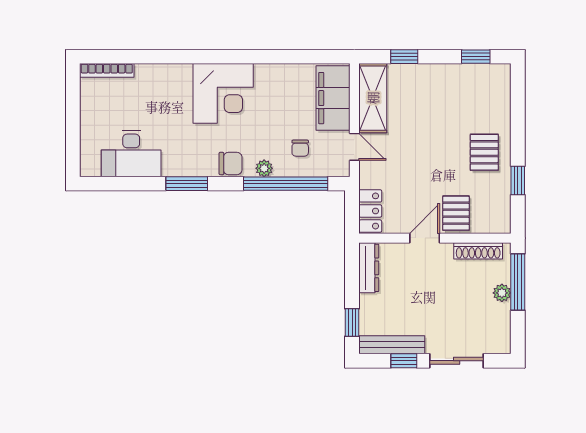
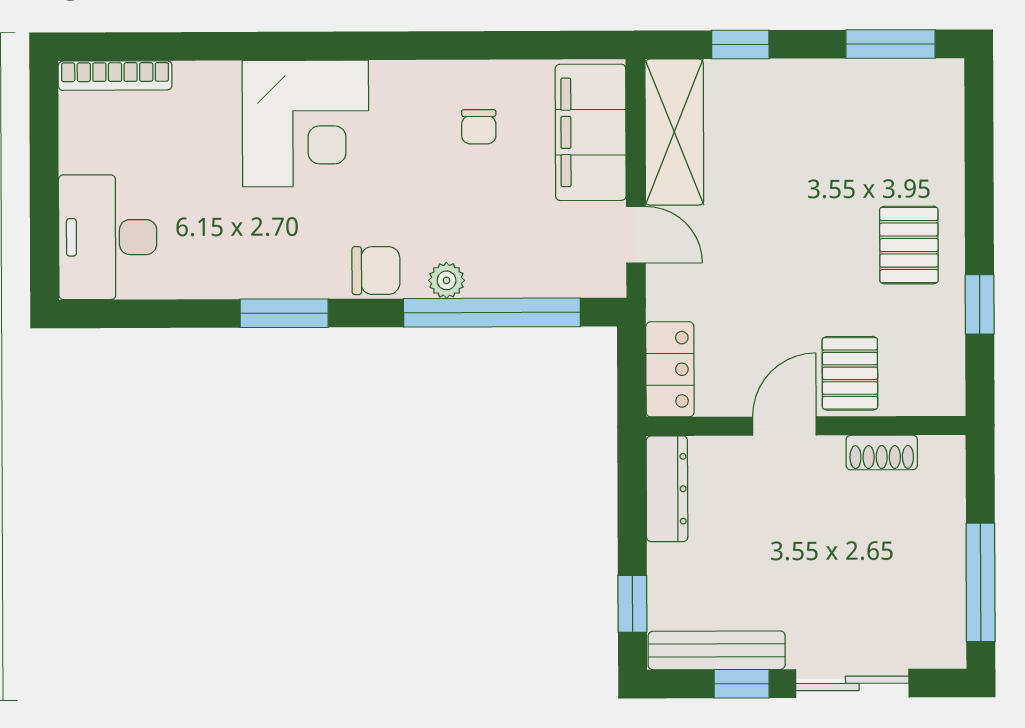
window: (476, 57) -> (891, 44), width x1.50
corner desk: (223, 93) -> (305, 124), moved
chair: (300, 148) -> (479, 127), moved
desk: (131, 154) -> (108, 237), moved, turned 90
shoe rack: (478, 251) -> (882, 453), width x0.70
window: (518, 282) -> (981, 582), moved
plant: (502, 293) -> (947, 540), removed

